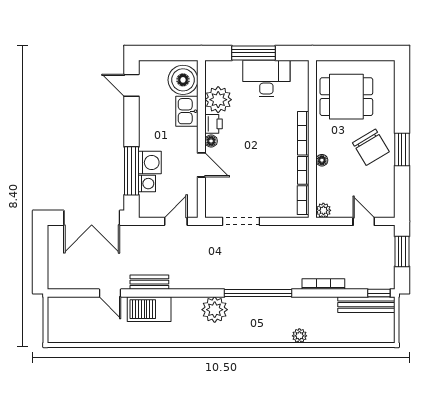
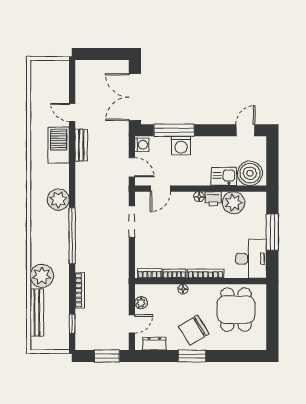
desk: (266, 79) -> (251, 259), moved
door: (201, 165) -> (160, 189), moved
washing machine: (147, 184) -> (142, 145), moved, turned -90
dresser: (387, 195) -> (154, 344), added
plant: (323, 210) -> (141, 303), moved
door: (110, 293) -> (72, 112), hinge flipped
window: (379, 293) -> (72, 324), moved
bench: (366, 305) -> (37, 312), moved
plant: (299, 336) -> (42, 276), width x1.88, depth x1.88

